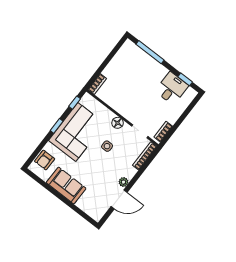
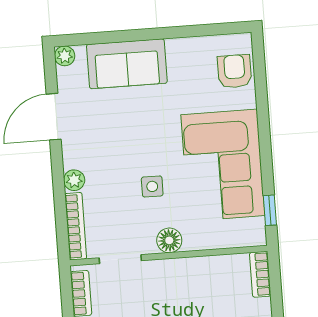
window: (57, 126) -> (265, 145), removed
plant: (123, 182) -> (74, 180), moved
sofa: (66, 185) -> (127, 64), moved
plant: (97, 216) -> (65, 56), added

